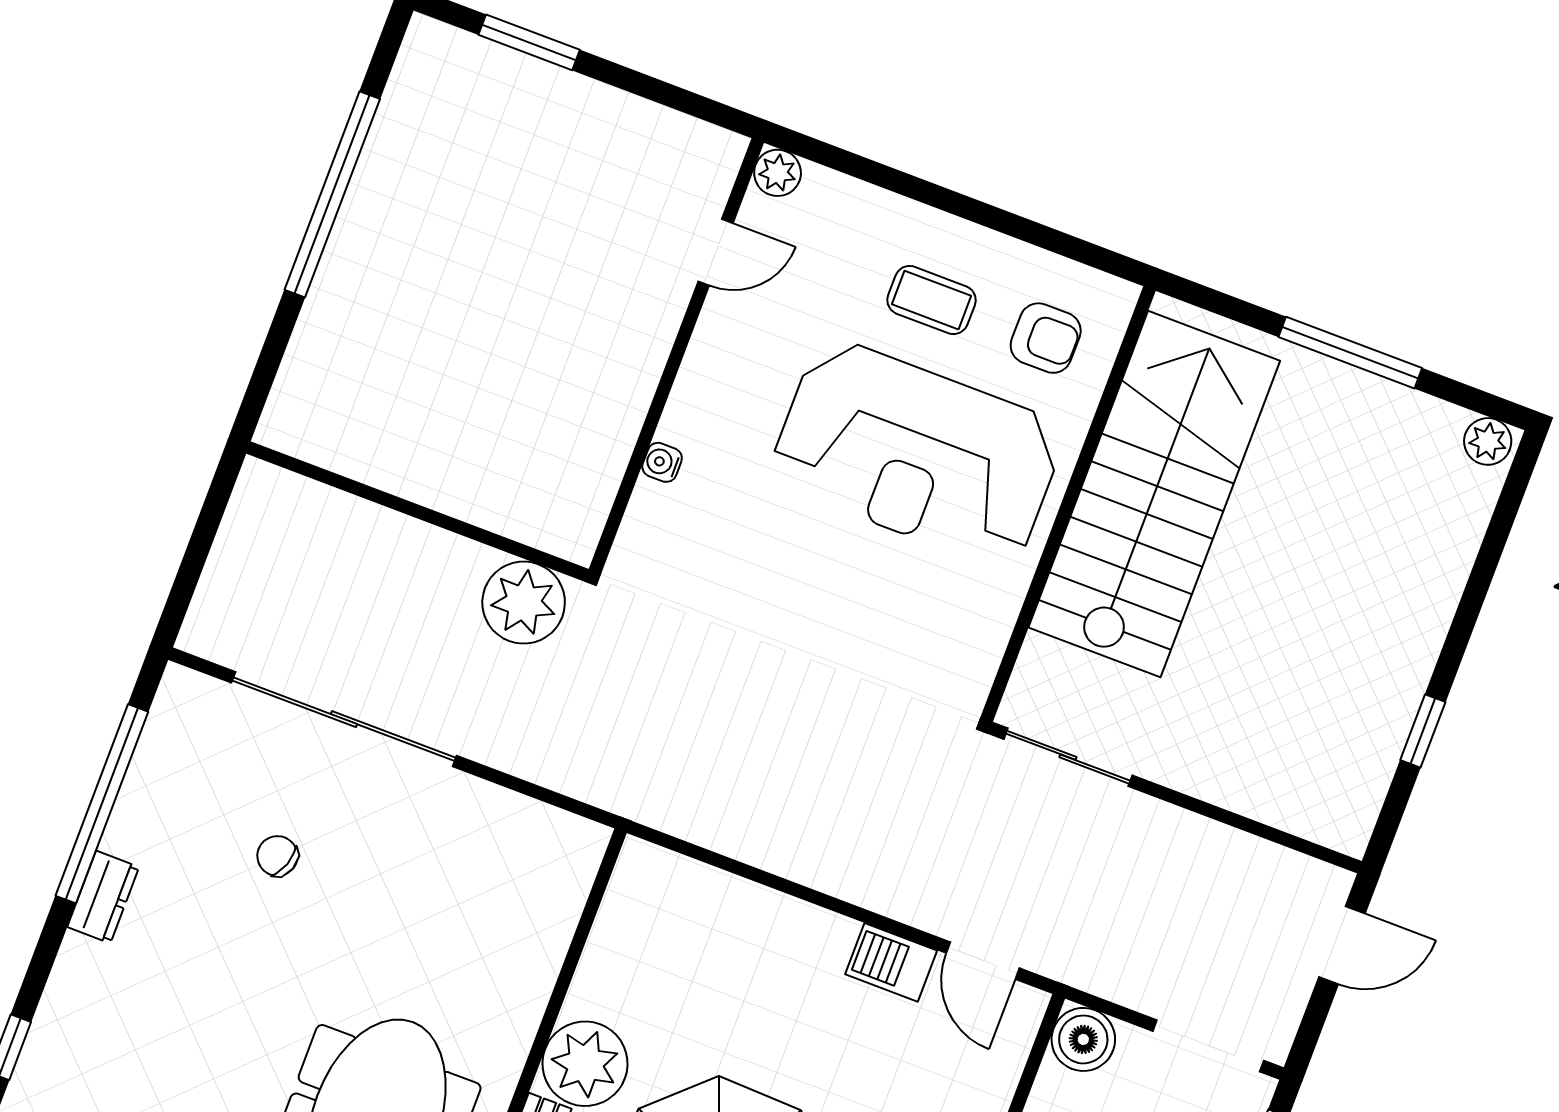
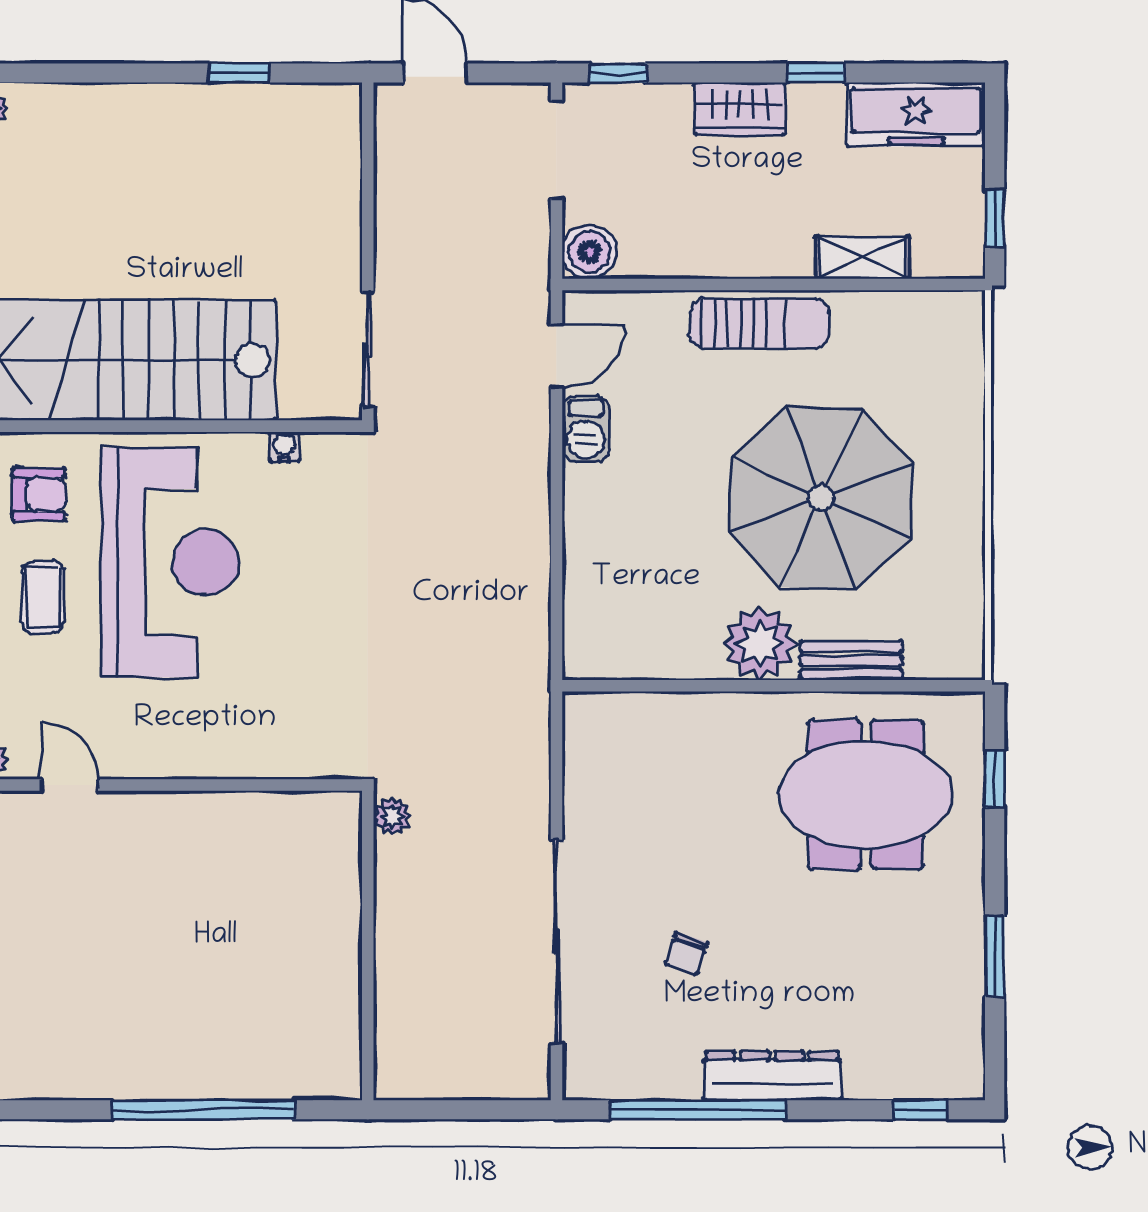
window: (332, 194) -> (203, 1110), moved
armchair: (1046, 338) -> (39, 494), turned 90
water cooler: (662, 462) -> (284, 447), moved, turned 180
plant: (524, 603) -> (392, 816), width x0.53, depth x0.53
dresser: (103, 897) -> (772, 1076), width x1.96, depth x1.24

